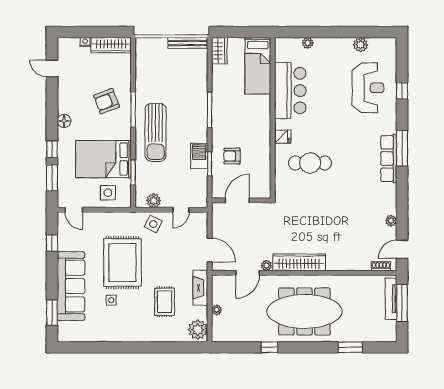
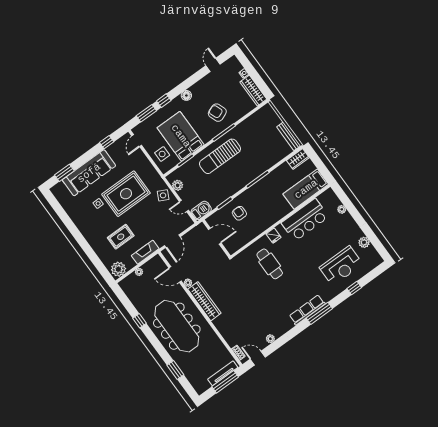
barbecue: (199, 156) -> (201, 210), moved

